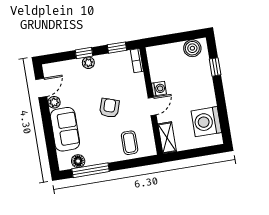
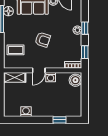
boiler: (192, 48) -> (75, 80), moved
door: (152, 106) -> (39, 70), hinge flipped
washing machine: (206, 122) -> (26, 112), width x0.53, depth x0.53

